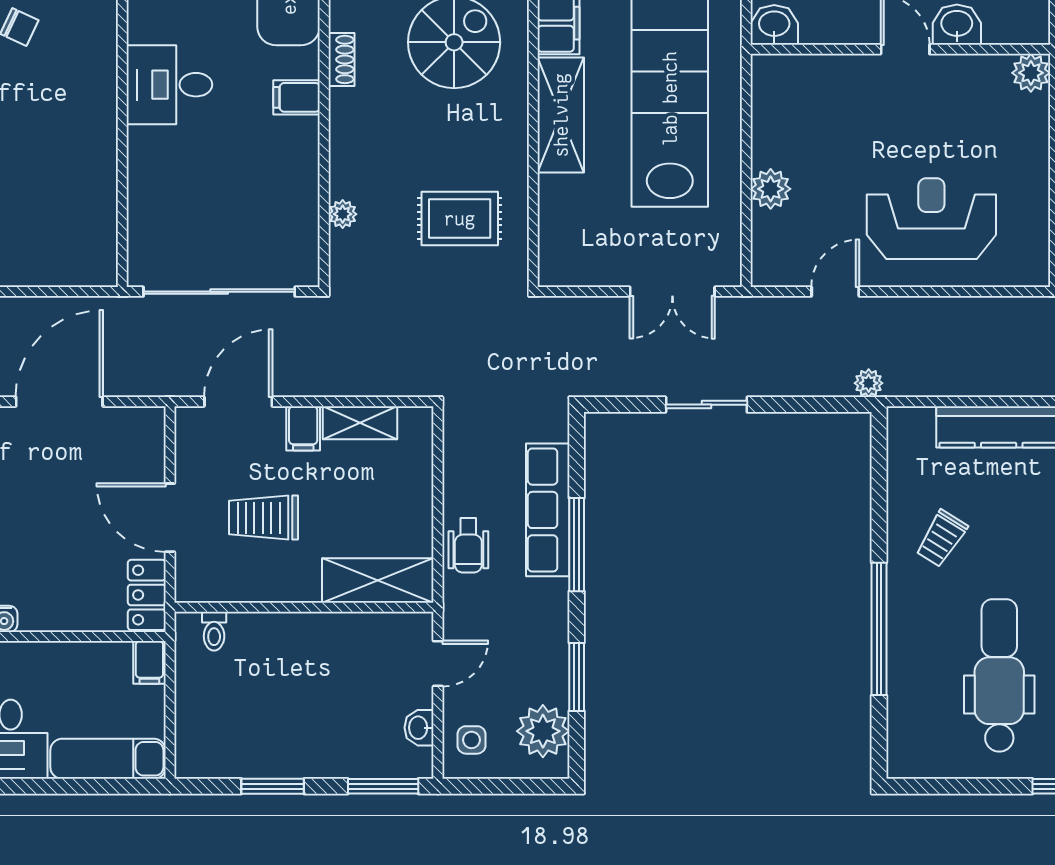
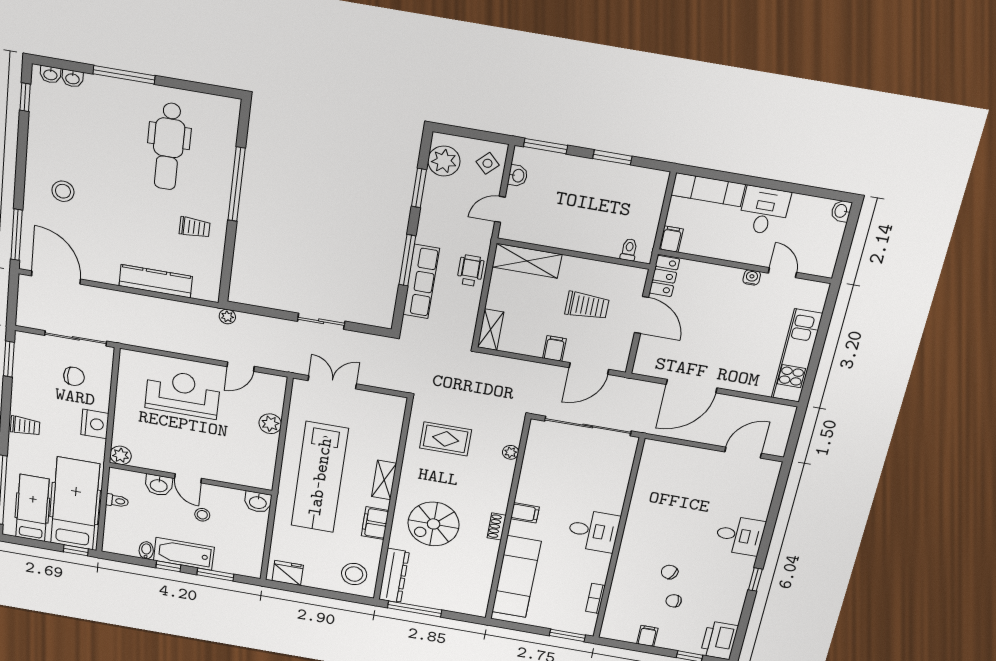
shelving: (561, 115) -> (384, 480), width x0.67, depth x0.75
reception desk: (931, 219) -> (183, 394), turned 180
shelving: (360, 423) -> (491, 330), moved, turned 90
trolley: (942, 538) -> (195, 227), turned 58
side table: (472, 740) -> (488, 163), turned 45

